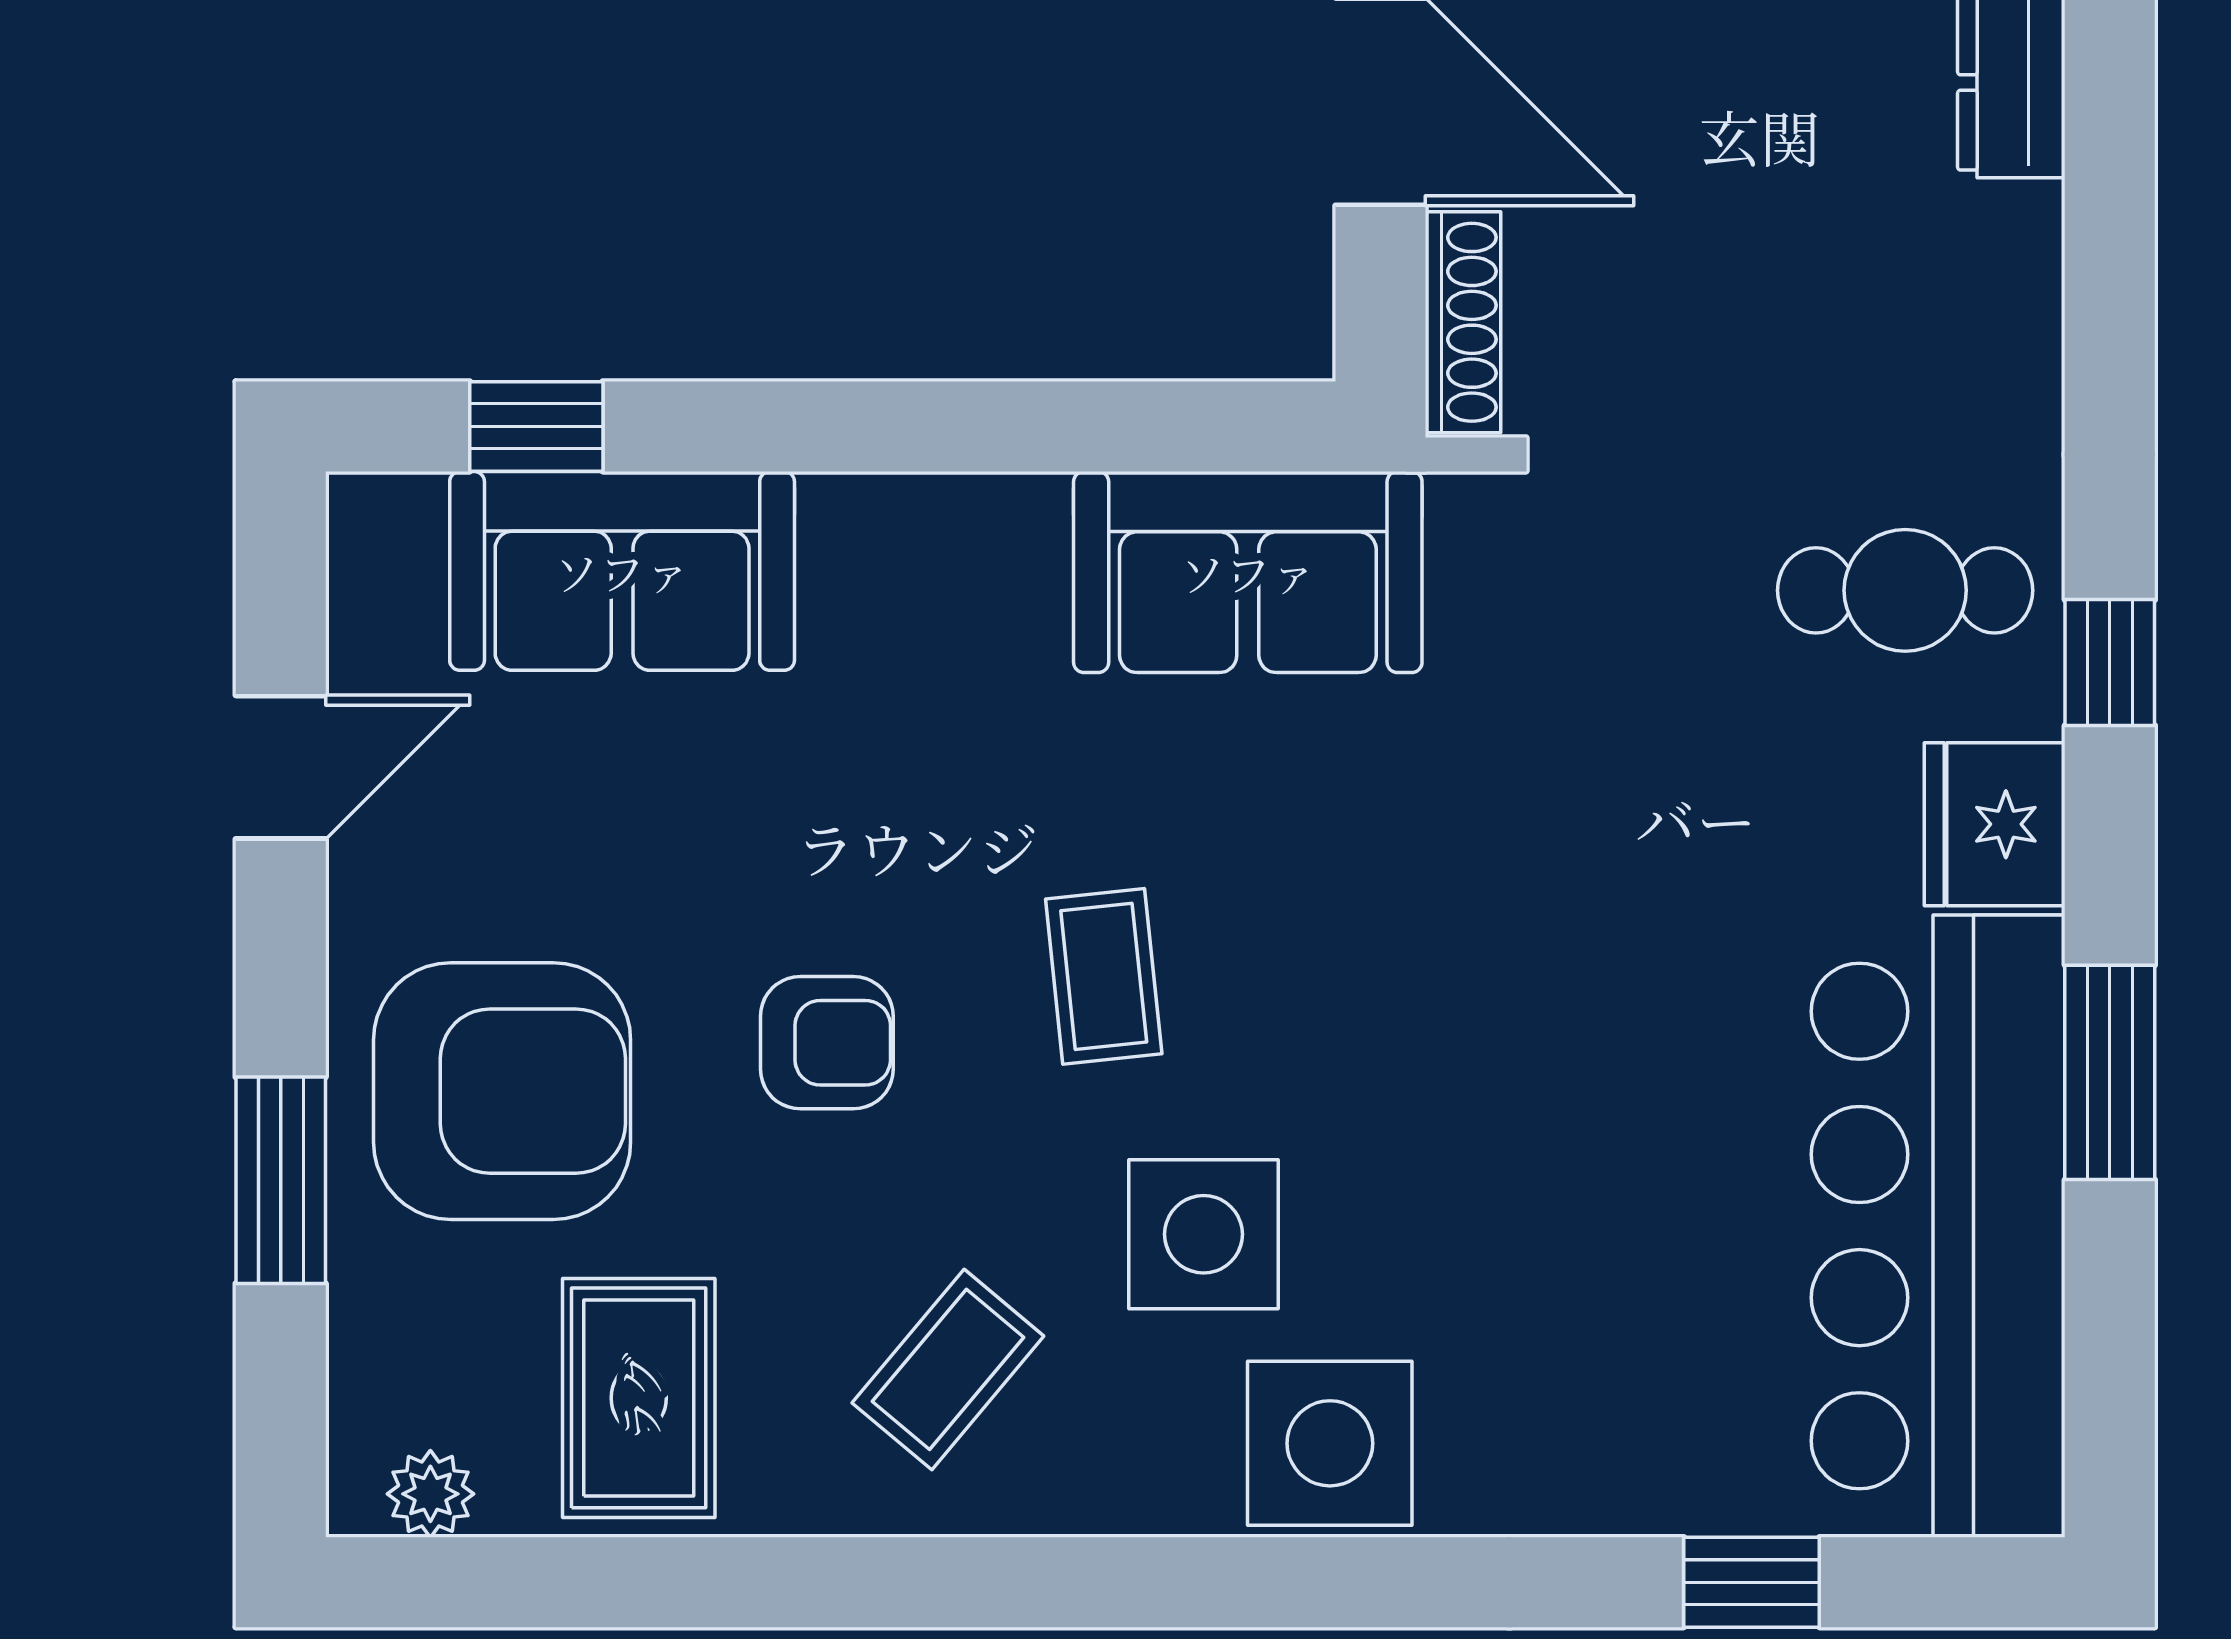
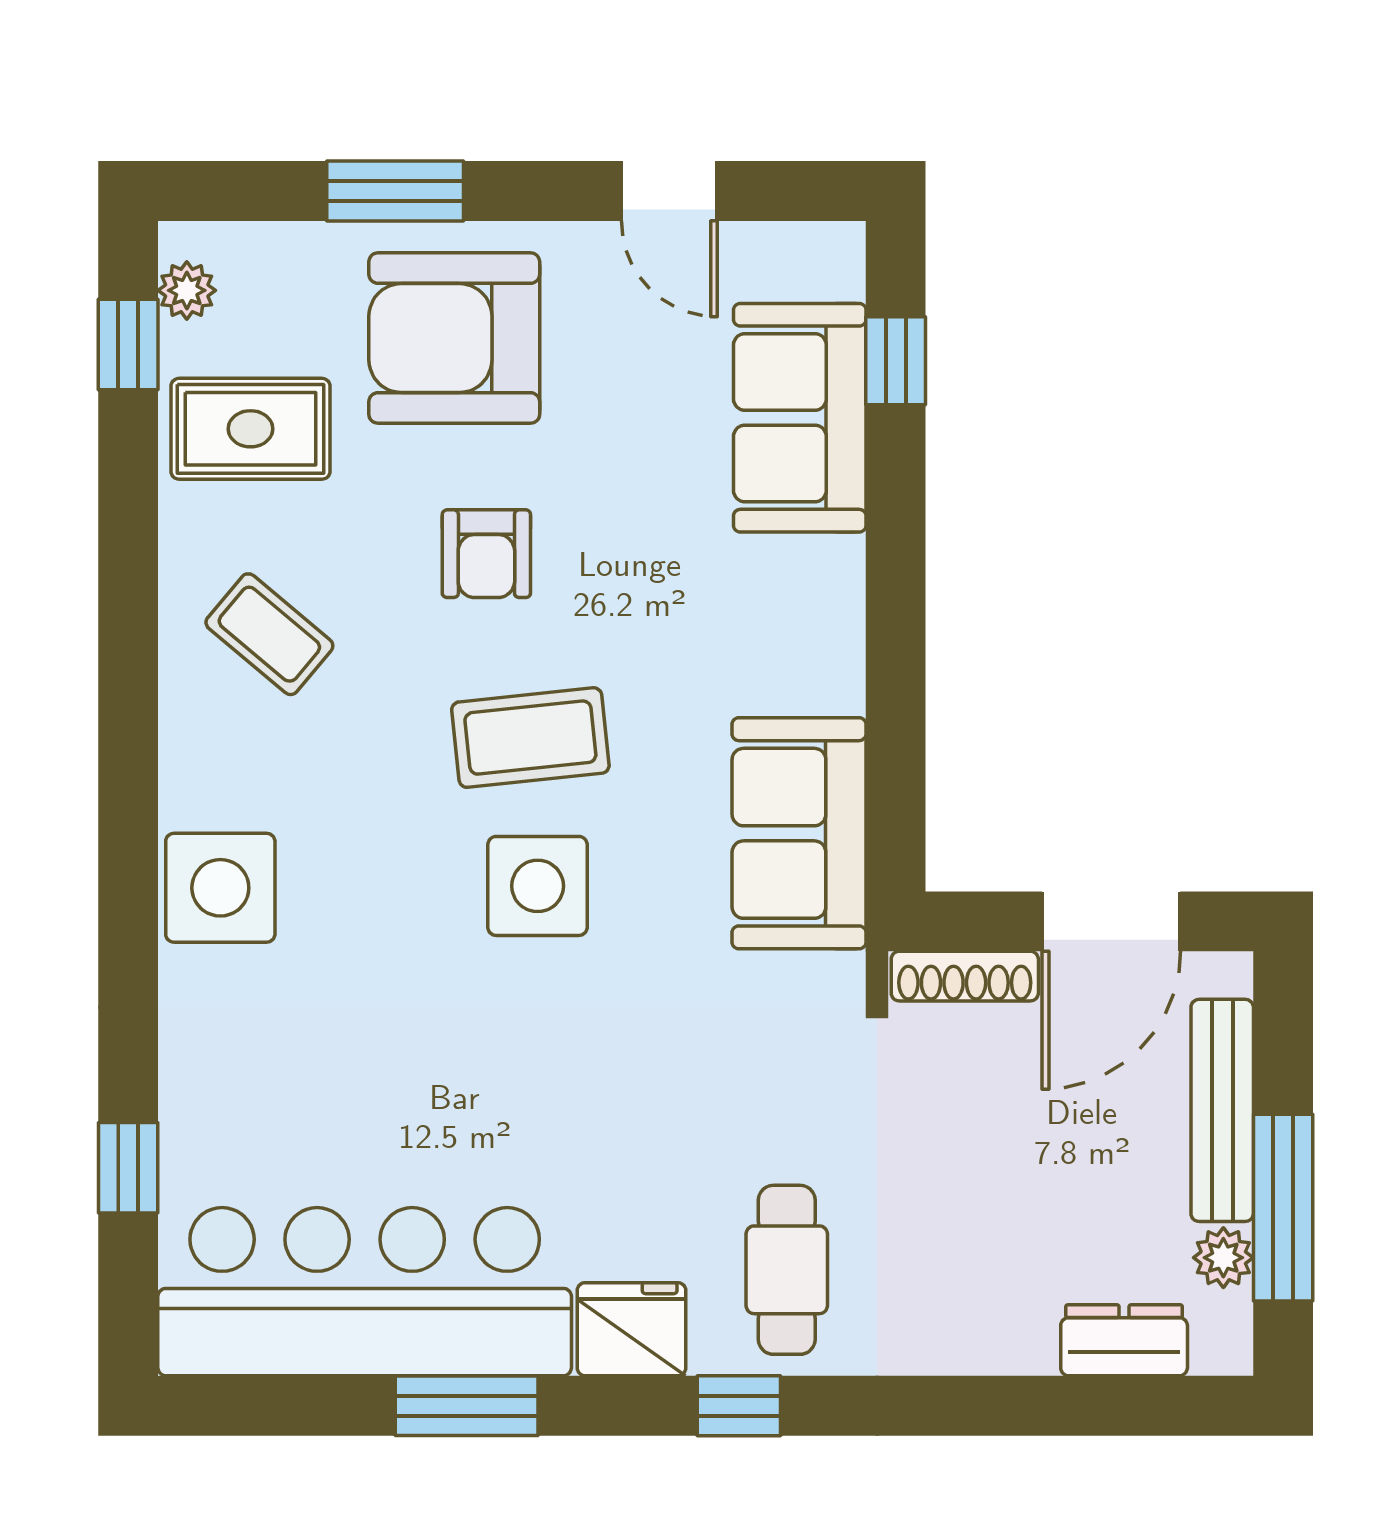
coffee table: (1104, 976) -> (530, 738), width x1.36, depth x1.30
armchair: (502, 1091) -> (454, 338), turned 90
side table: (1204, 1234) -> (538, 886), moved
window: (512, 1582) -> (128, 345), added

